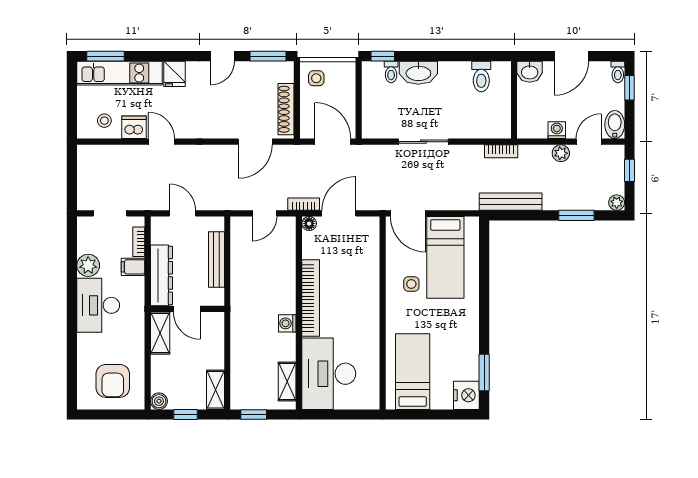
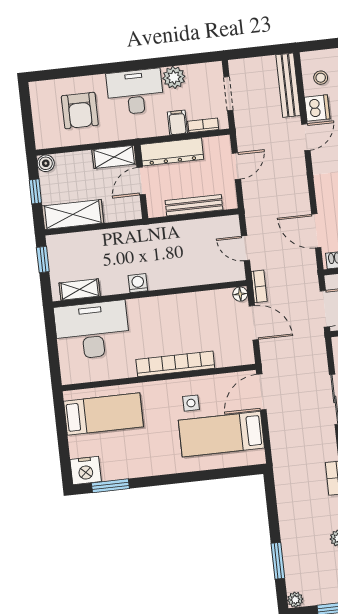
bench: (511, 202) -> (288, 85), moved
bookcase: (311, 298) -> (175, 364), moved, turned 180
armchair: (113, 381) -> (80, 110), moved, turned -90
shelving: (215, 390) -> (73, 215), width x1.50, depth x1.33

